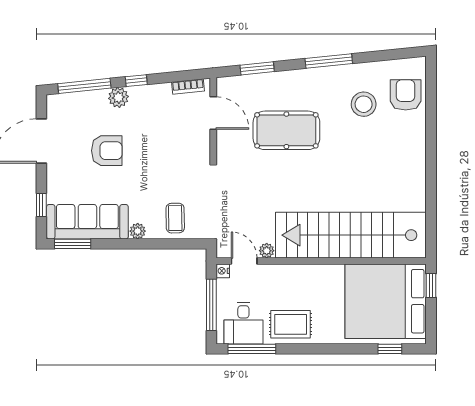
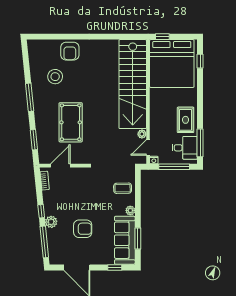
armchair: (406, 95) -> (70, 51), moved, turned -90
armchair: (107, 151) -> (83, 229), turned 90
window: (73, 244) -> (138, 239), moved

